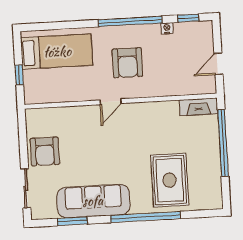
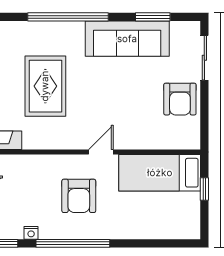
bed: (57, 52) -> (160, 173), moved
armchair: (127, 63) -> (79, 196), turned 180
armchair: (45, 151) -> (180, 99), turned 180
rug: (170, 180) -> (45, 86), moved

